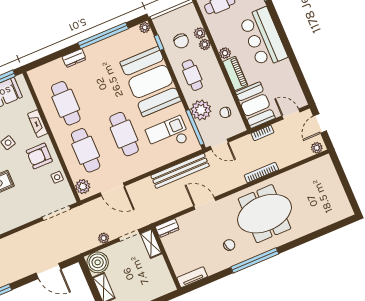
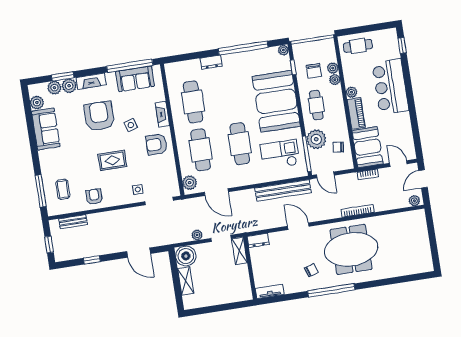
side table: (57, 177) -> (138, 189), moved

